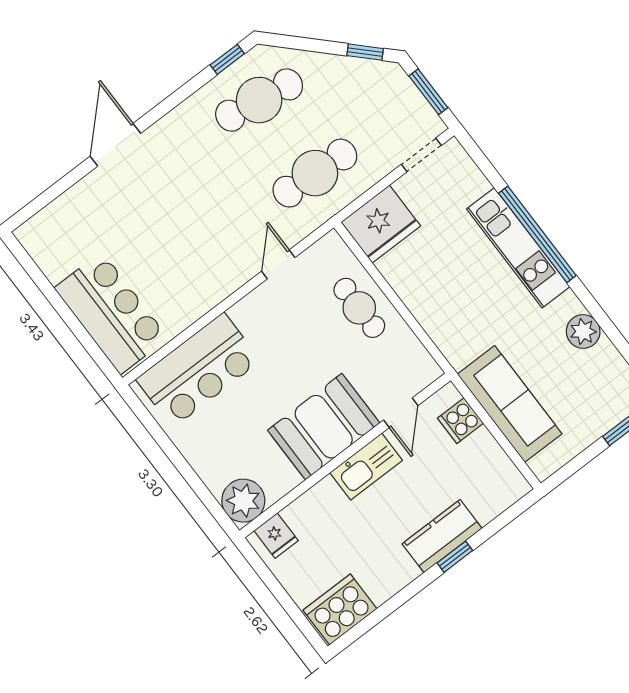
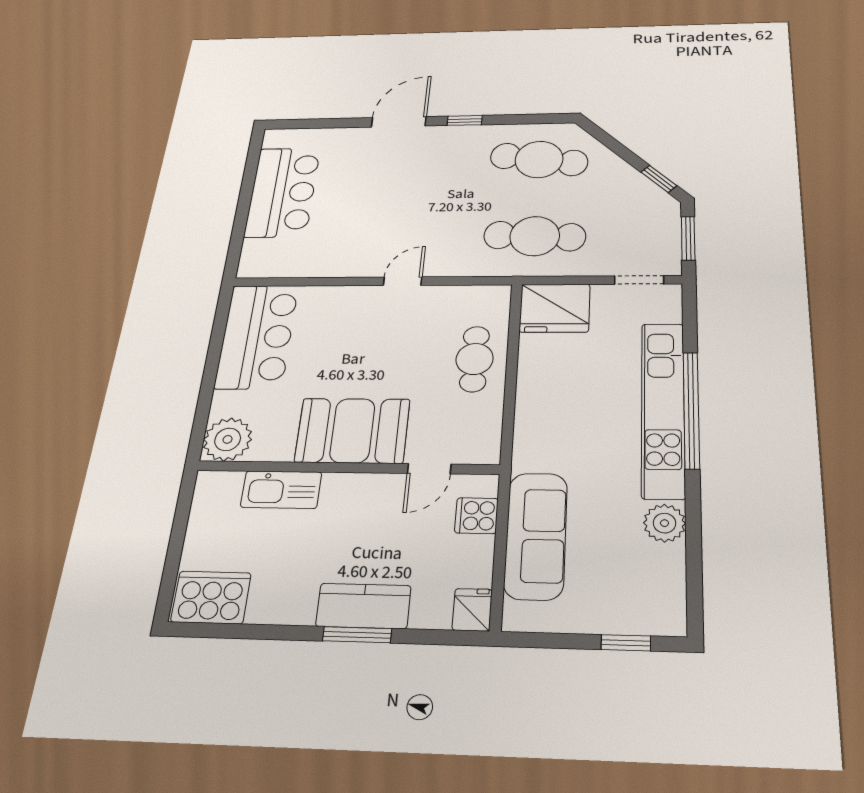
window: (227, 59) -> (465, 120), moved
kitchen unit: (518, 248) -> (663, 409), width x1.36
door: (278, 264) -> (403, 281), moved
bar counter: (111, 313) -> (283, 192), moved
bar counter: (198, 370) -> (257, 336), moved, turned -90
kitchen sink: (366, 466) -> (281, 490), moved
fridge: (276, 536) -> (472, 610), moved, turned 180
window: (455, 557) -> (357, 635), width x1.50

